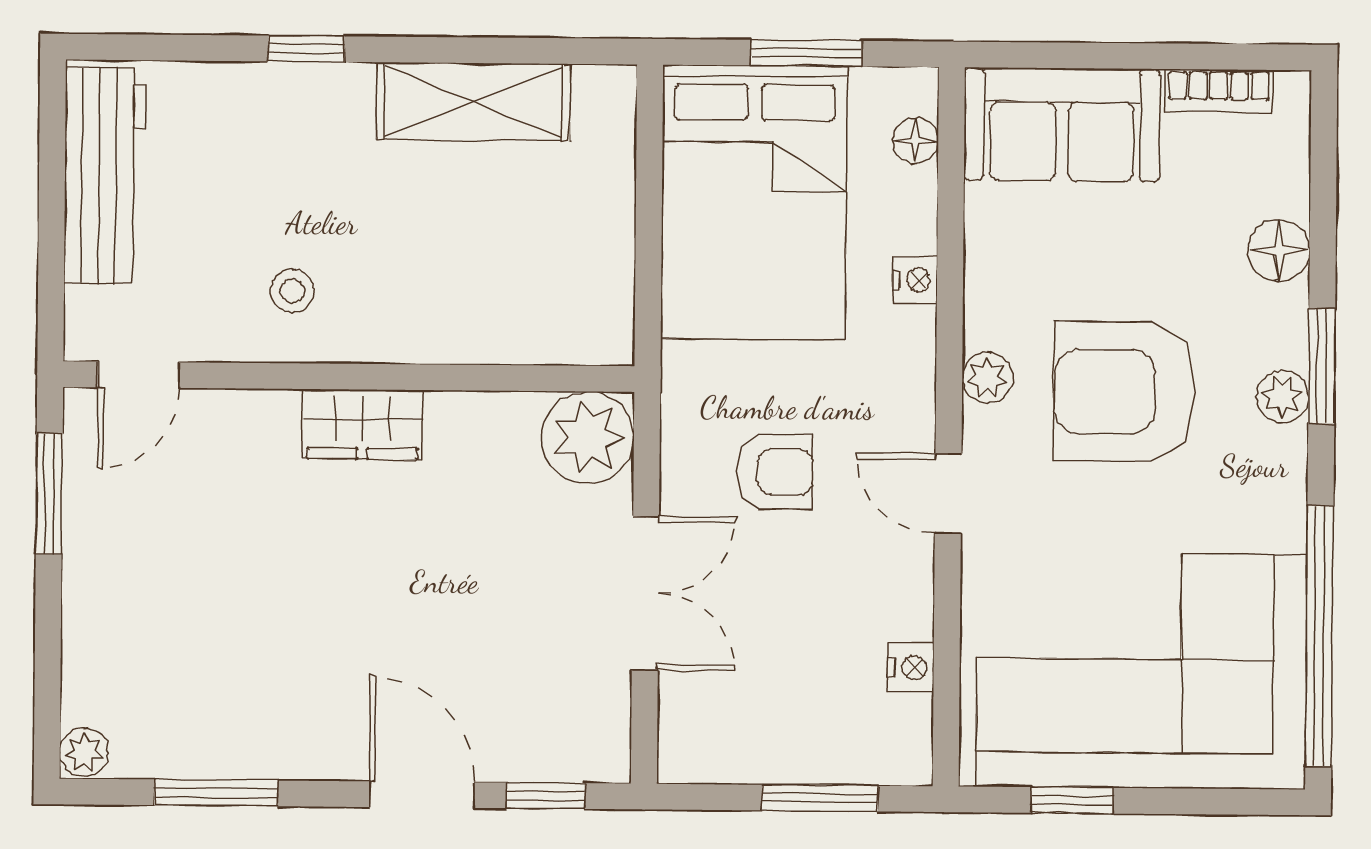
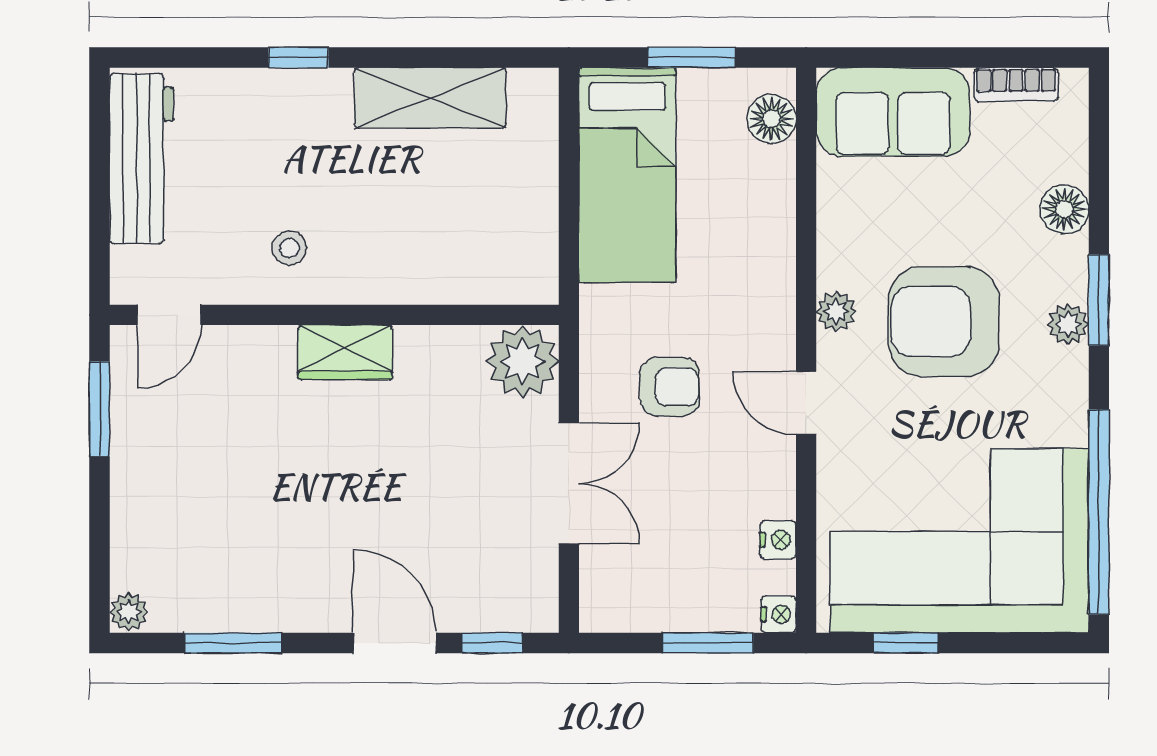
floor lamp: (916, 141) -> (771, 119), width x1.37, depth x1.37
bed: (754, 202) -> (627, 175), width x0.67
nightstand: (915, 280) -> (779, 614), moved

